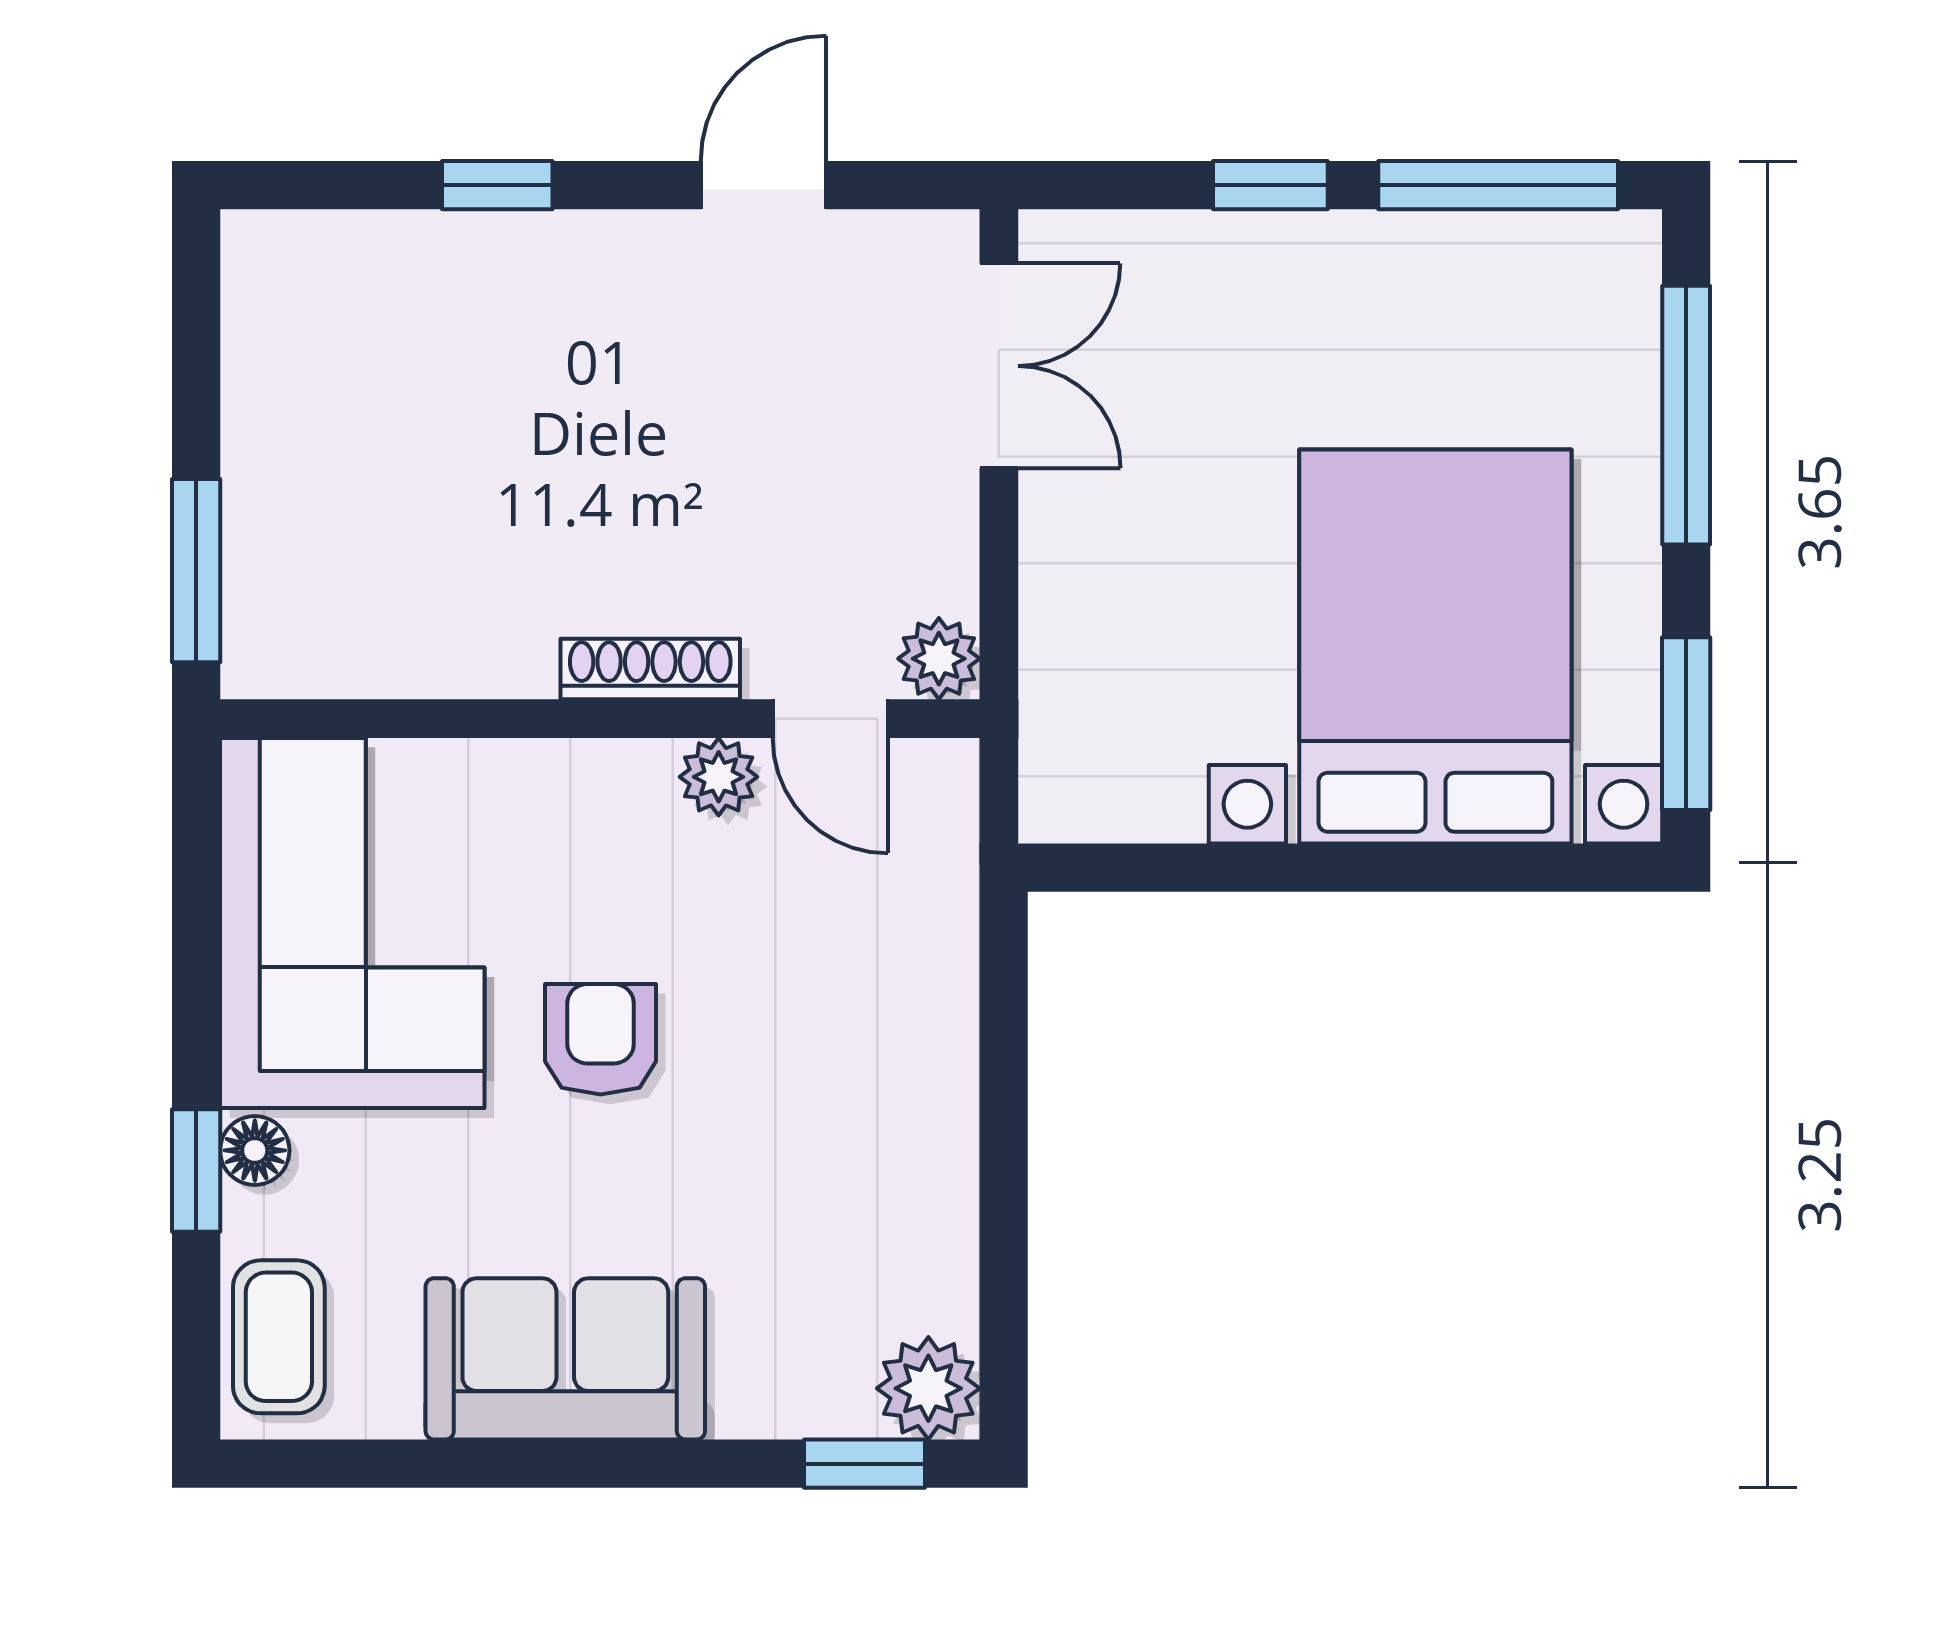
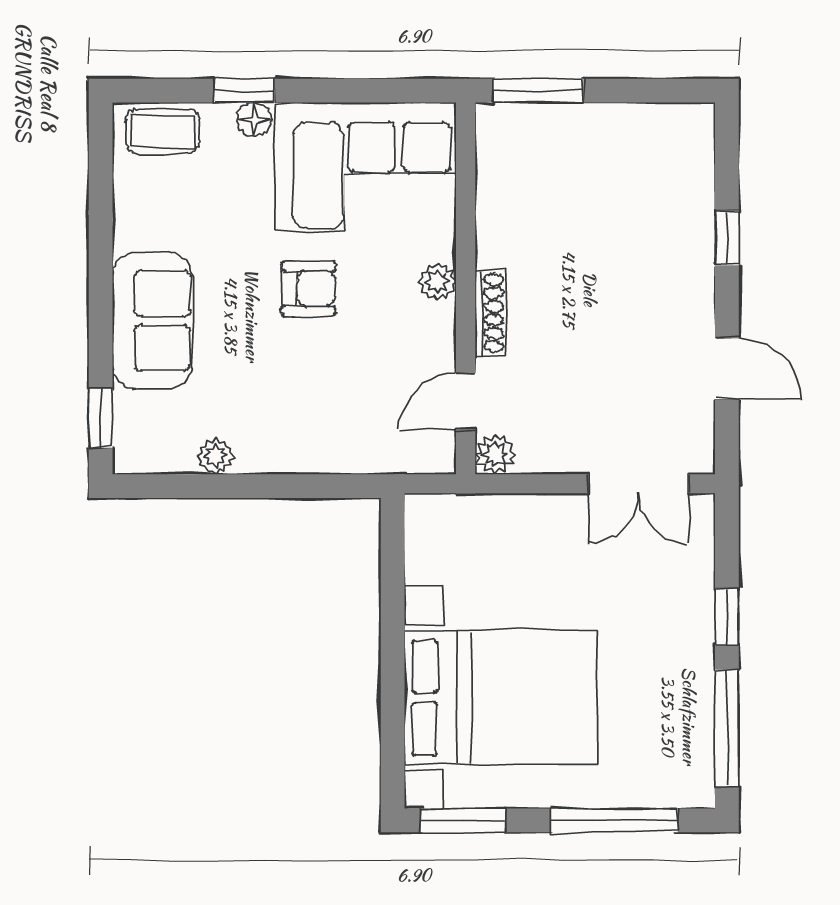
plant: (719, 777) -> (437, 282), moved
sofa: (565, 1359) -> (152, 321), moved
plant: (928, 1388) -> (216, 456), moved, width x0.73, depth x0.73

